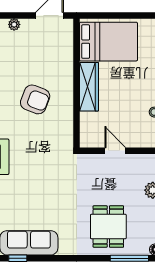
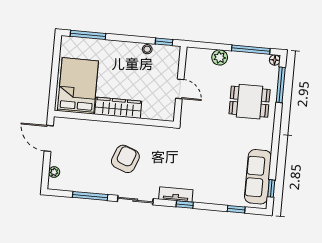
door: (115, 151) -> (180, 89), swing flipped

